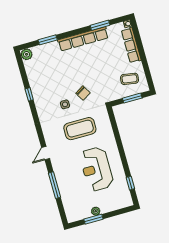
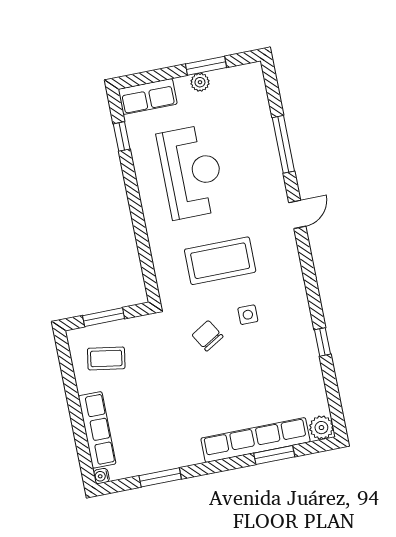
row of seats: (83, 39) -> (255, 440), moved
row of seats: (120, 203) -> (148, 97), added

